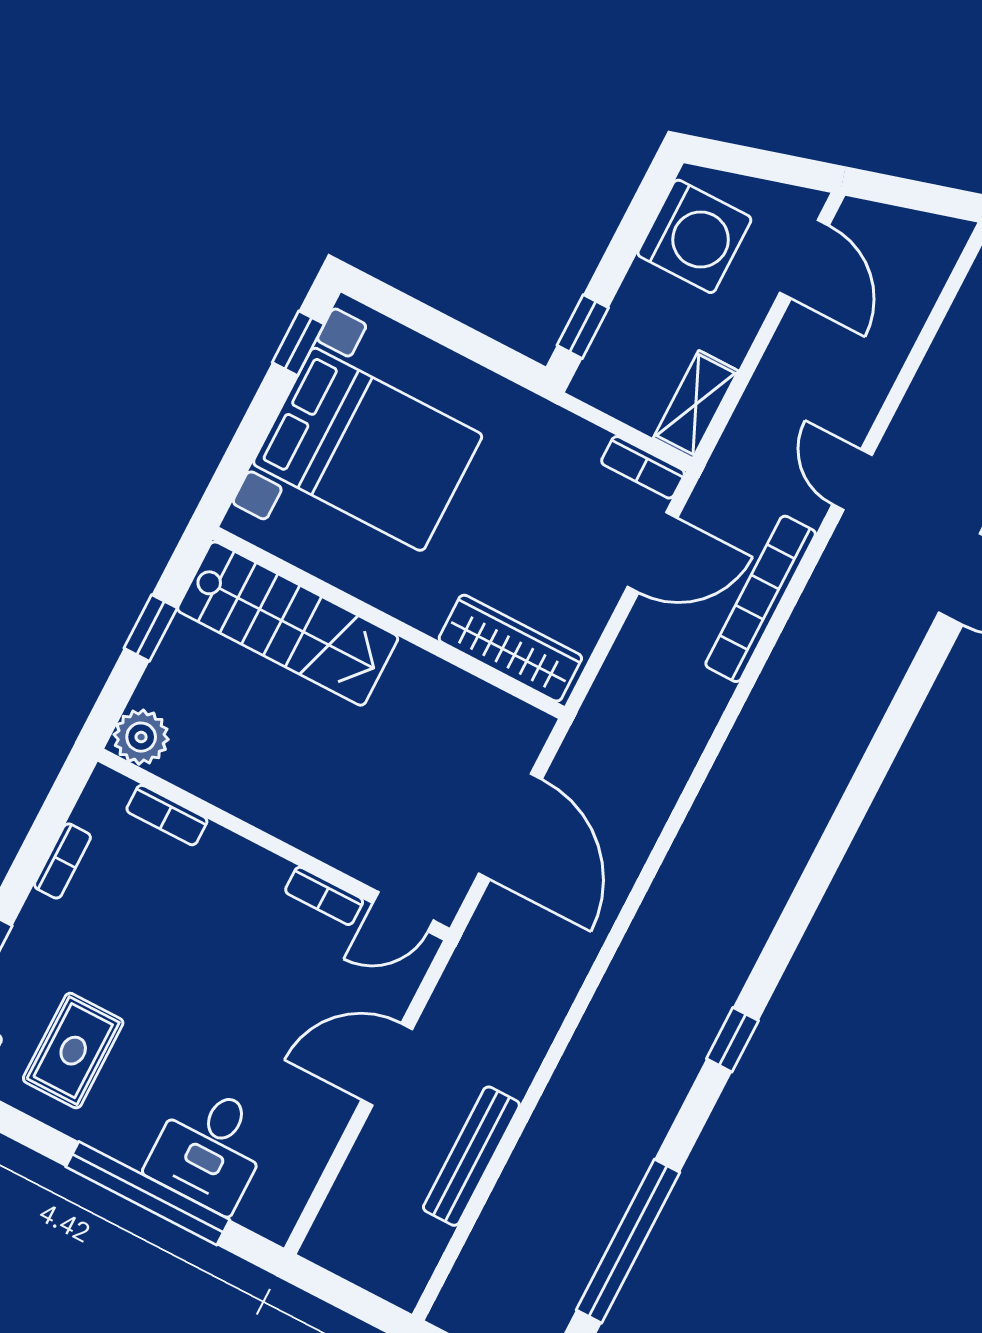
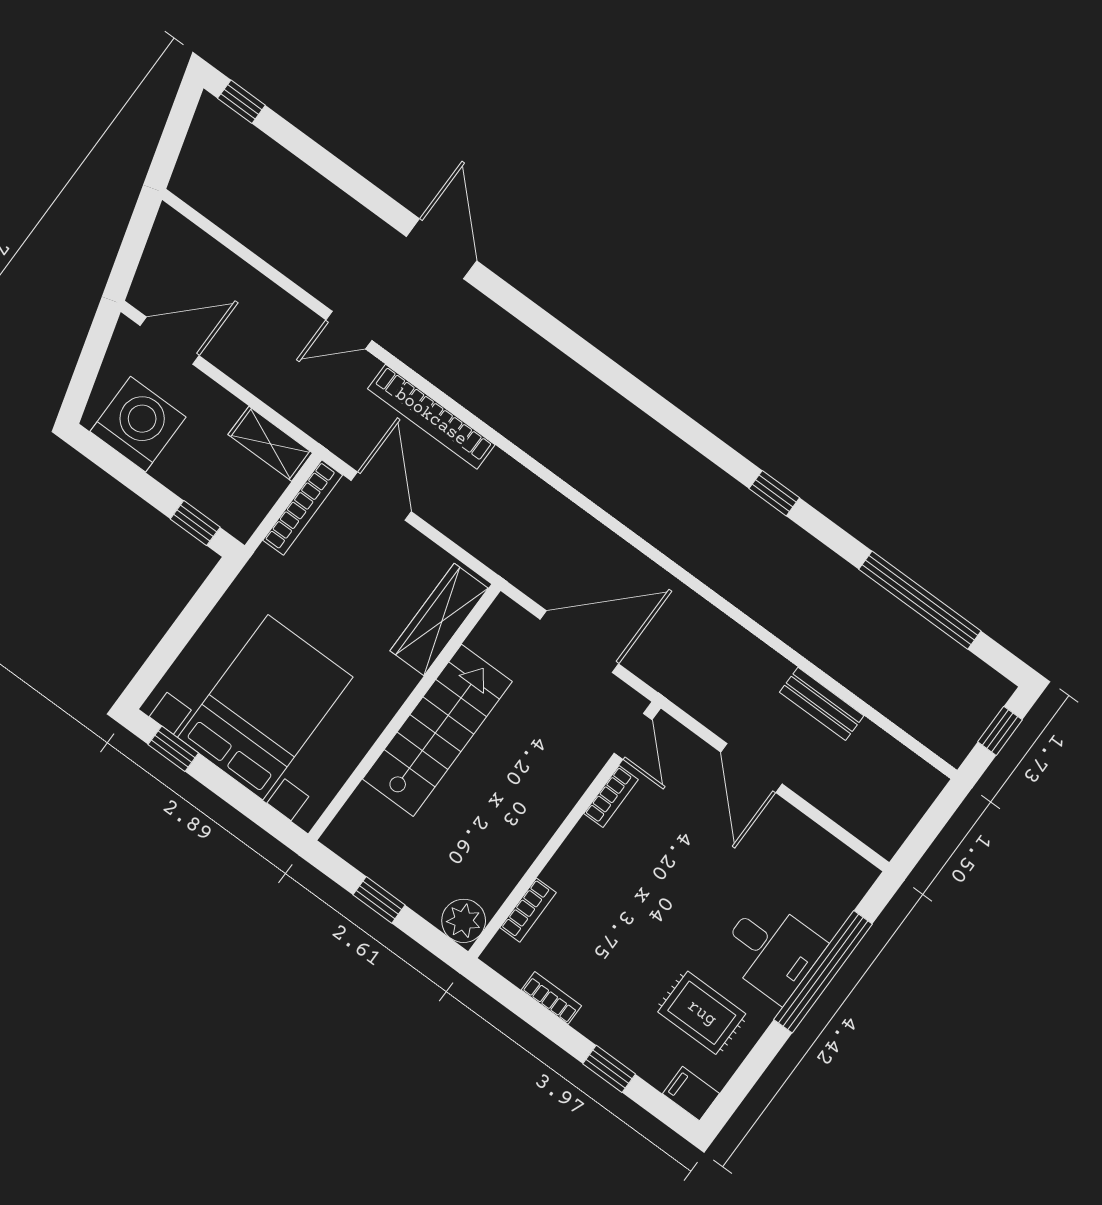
bookcase: (643, 467) -> (303, 508), width x1.56
stairs: (288, 624) -> (437, 730), moved
desk: (210, 1148) -> (772, 950), moved
bench: (471, 1156) -> (822, 704), width x0.73

